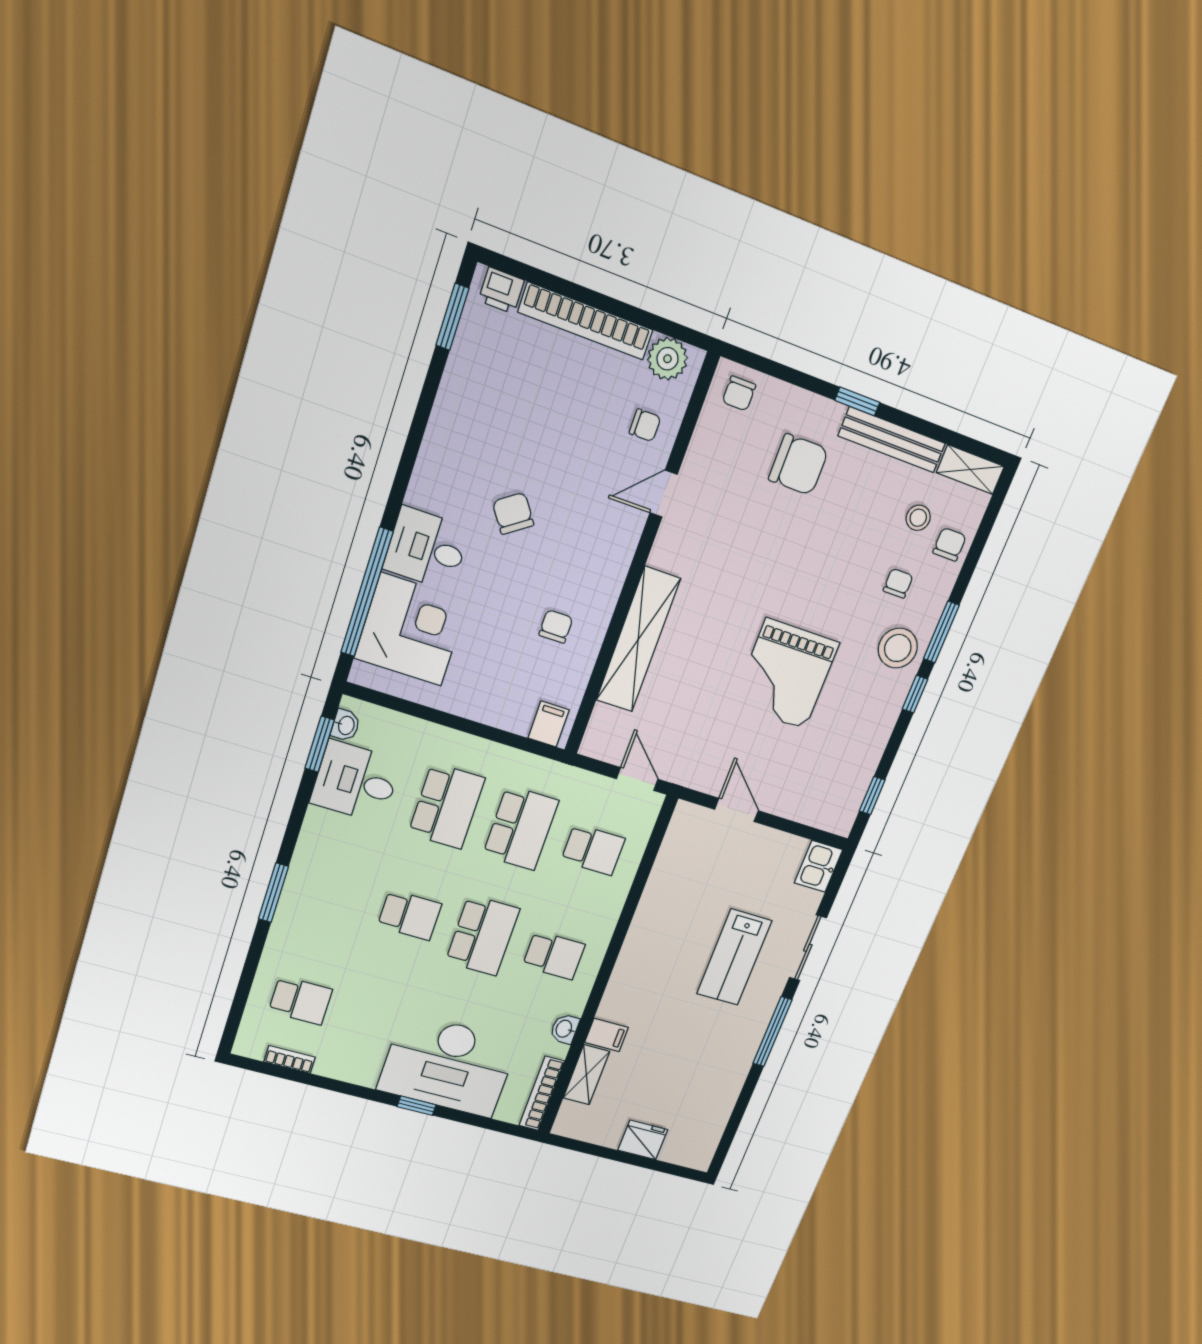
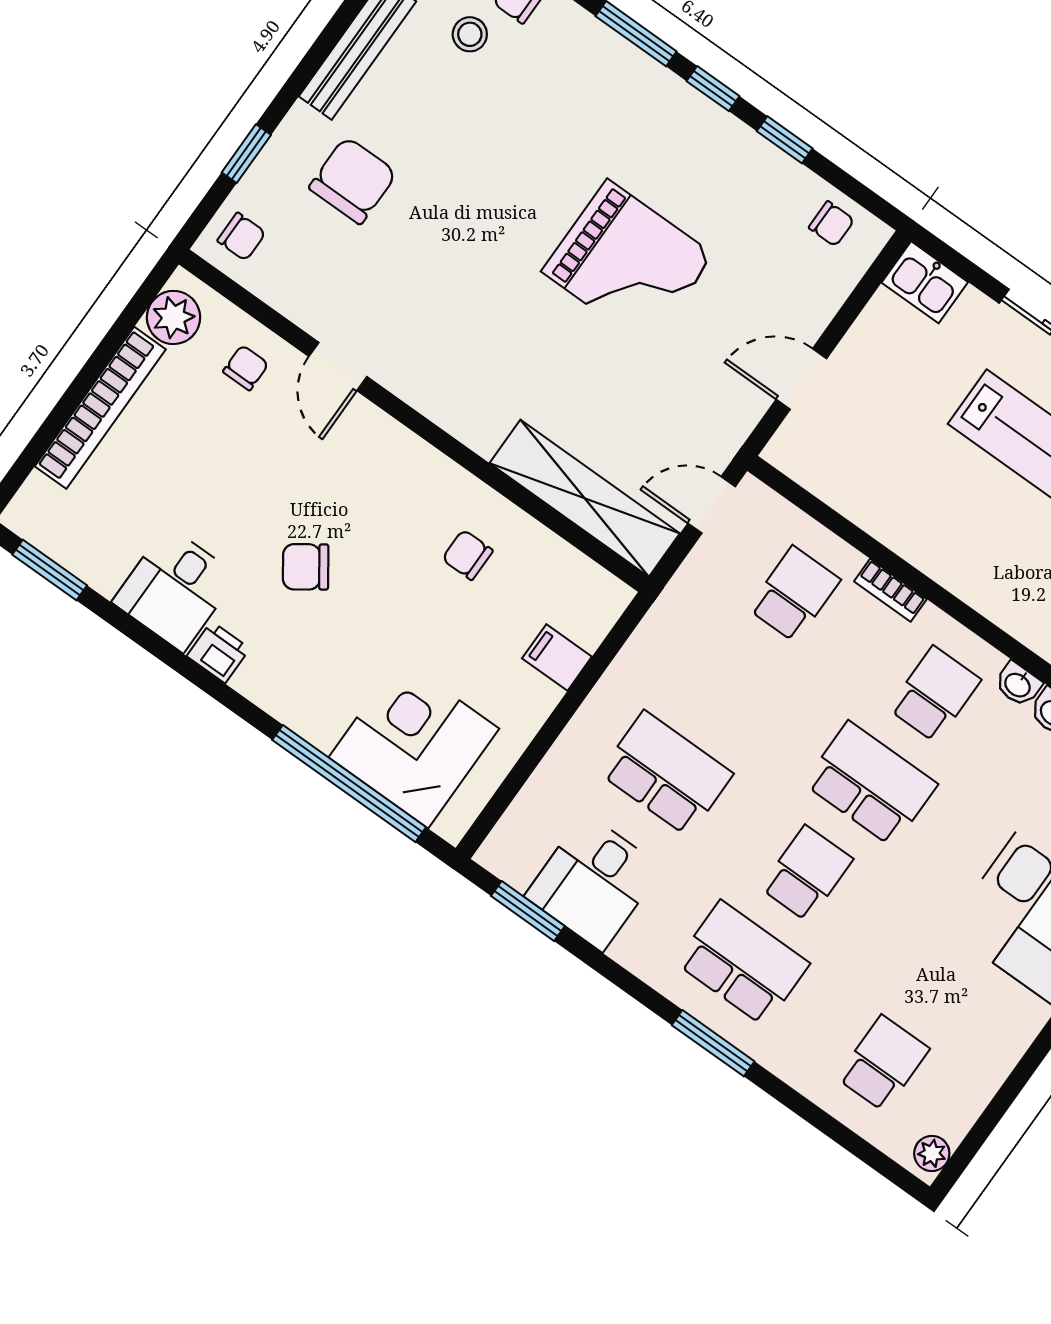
printer: (501, 290) -> (218, 652), moved, turned -90
window: (857, 401) -> (246, 154), moved
desk: (427, 549) -> (175, 589), moved
chair: (898, 583) -> (831, 224), moved, turned 180
shelving: (638, 640) -> (585, 498), moved
stool: (898, 648) -> (640, 99), removed
filing cabinet: (549, 724) -> (557, 657), moved
washbasin: (346, 725) -> (1018, 684), moved, turned 180
window: (872, 796) -> (785, 140), moved
school desk: (521, 828) -> (743, 963), moved
plant: (253, 1048) -> (932, 1153), added
bookcase: (290, 1059) -> (890, 590), moved, turned -90

